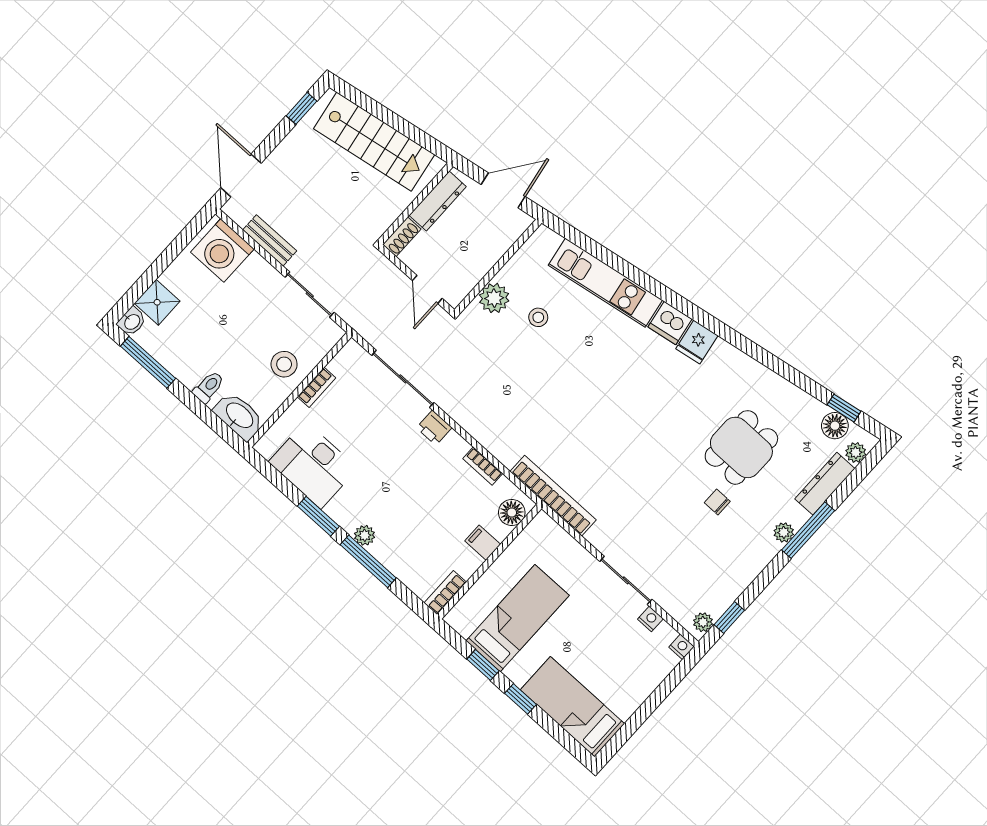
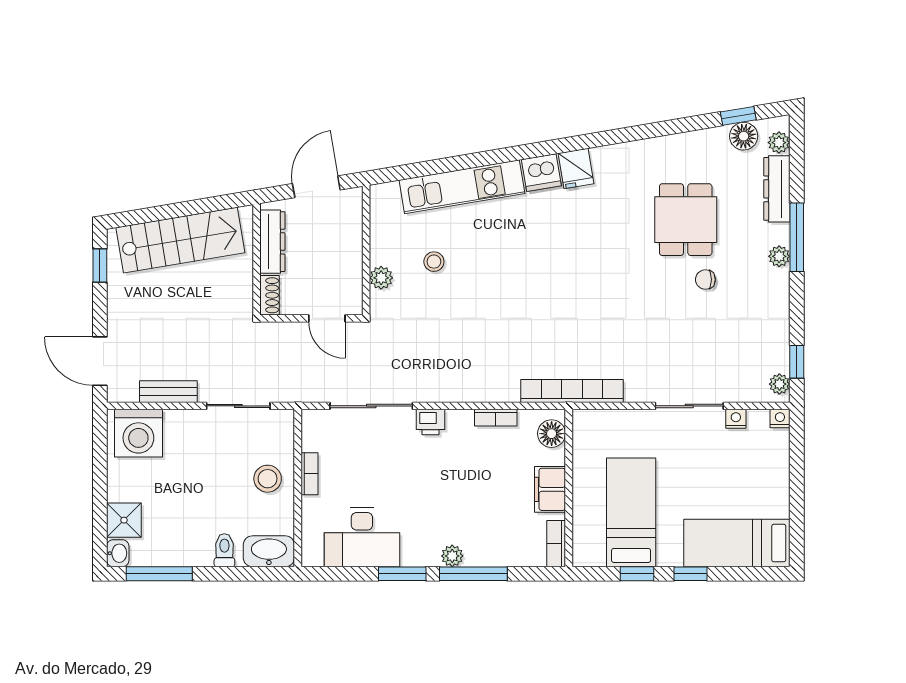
plant: (494, 298) -> (381, 278), width x0.73, depth x0.73
filing cabinet: (483, 543) -> (550, 489), width x2.00

